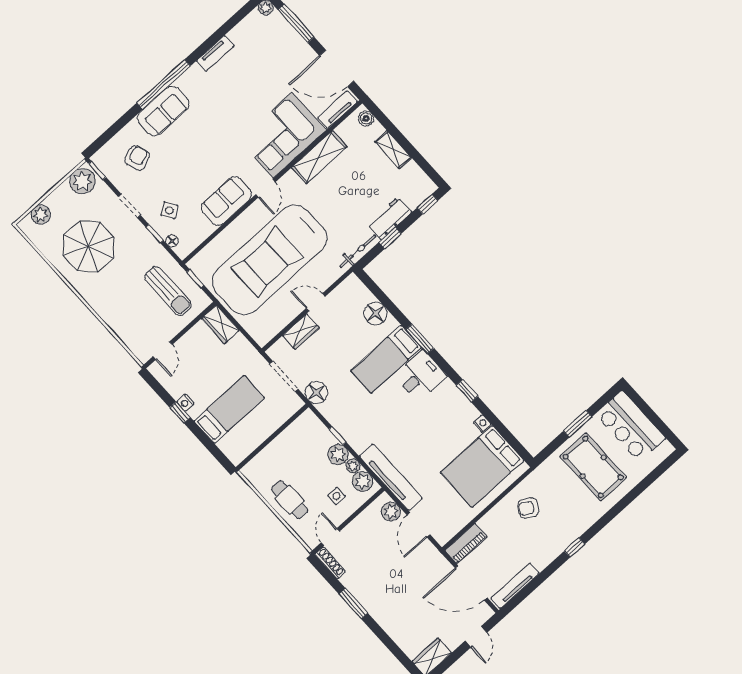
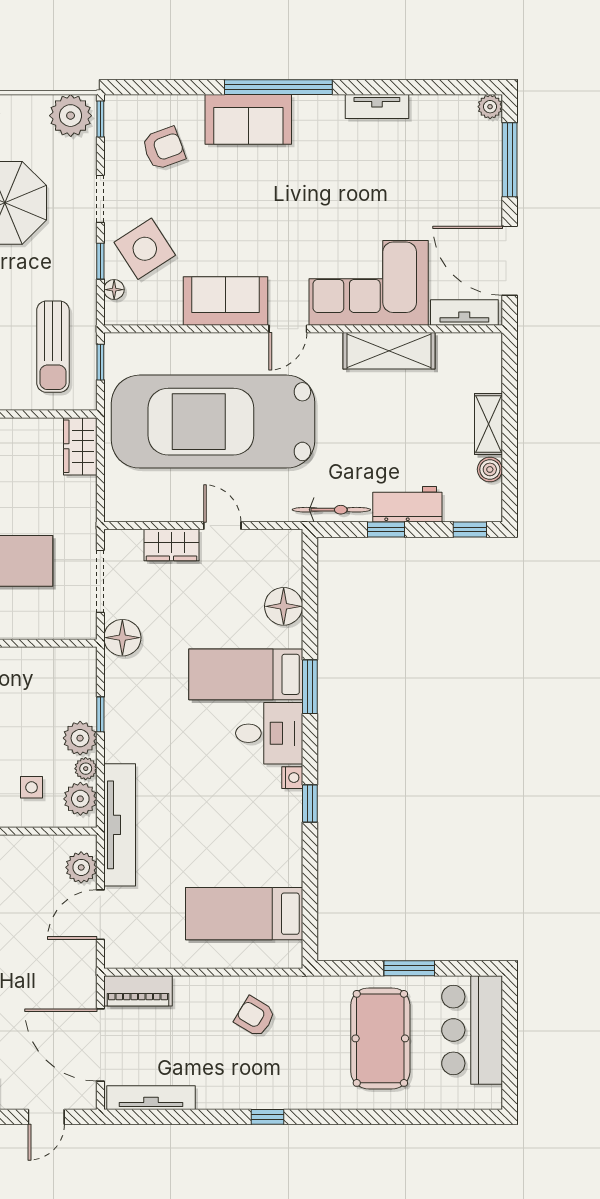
boiler: (366, 119) -> (490, 469), moved
side table: (169, 210) -> (145, 249), width x1.87, depth x1.87
nightstand: (482, 423) -> (292, 778), moved
bed: (482, 466) -> (244, 914), width x0.67

